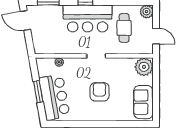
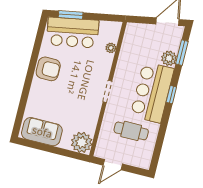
plant: (146, 12) -> (169, 58), moved
window: (38, 92) -> (71, 15), moved
armchair: (99, 92) -> (48, 69), moved

